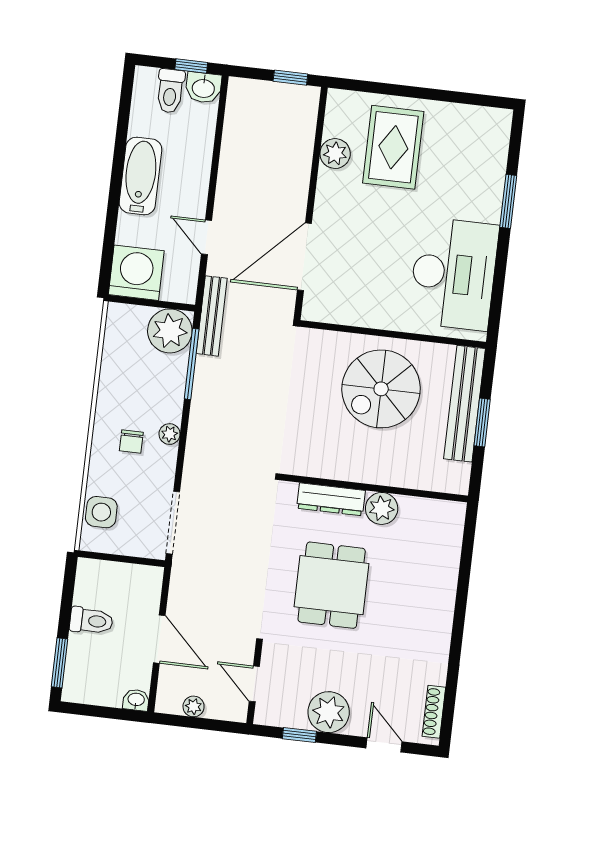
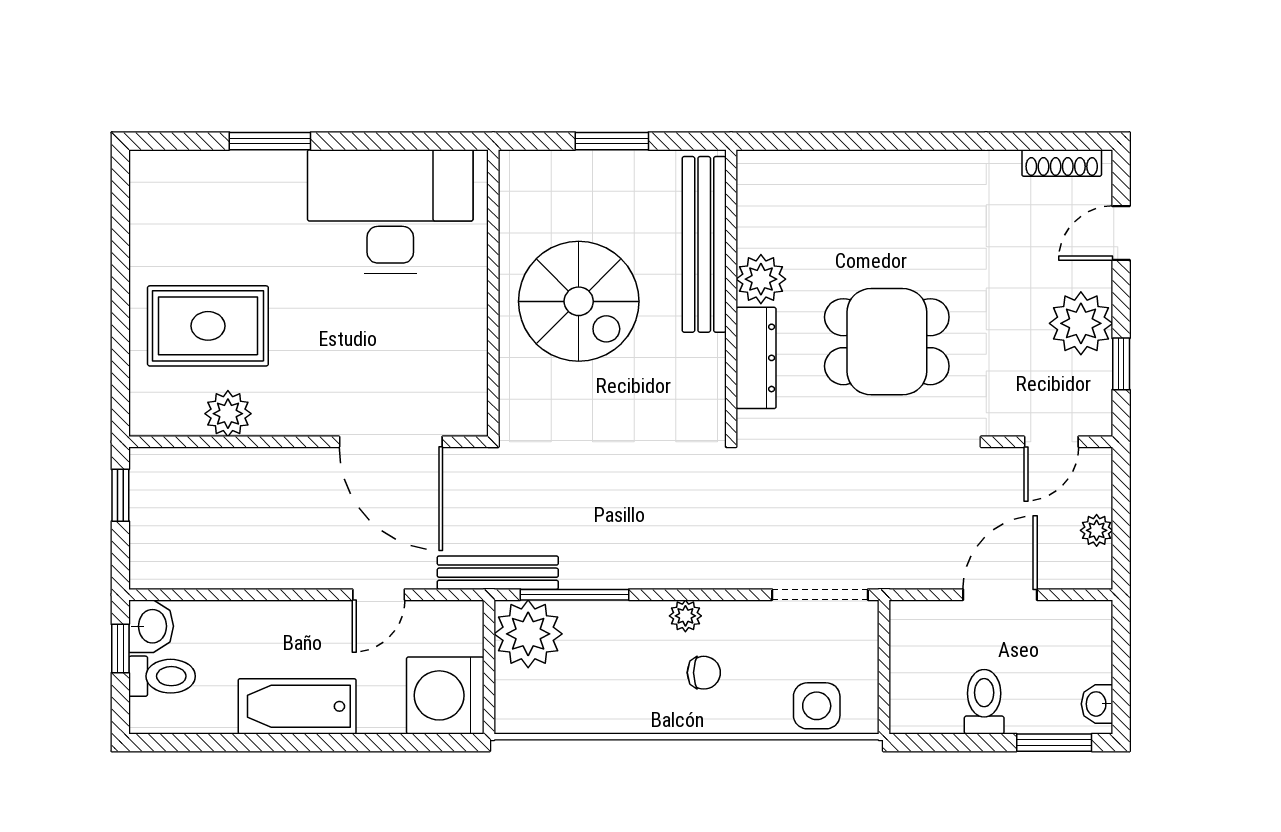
bench: (464, 404) -> (704, 244), moved, turned 90
washbasin: (136, 700) -> (1097, 704), moved

